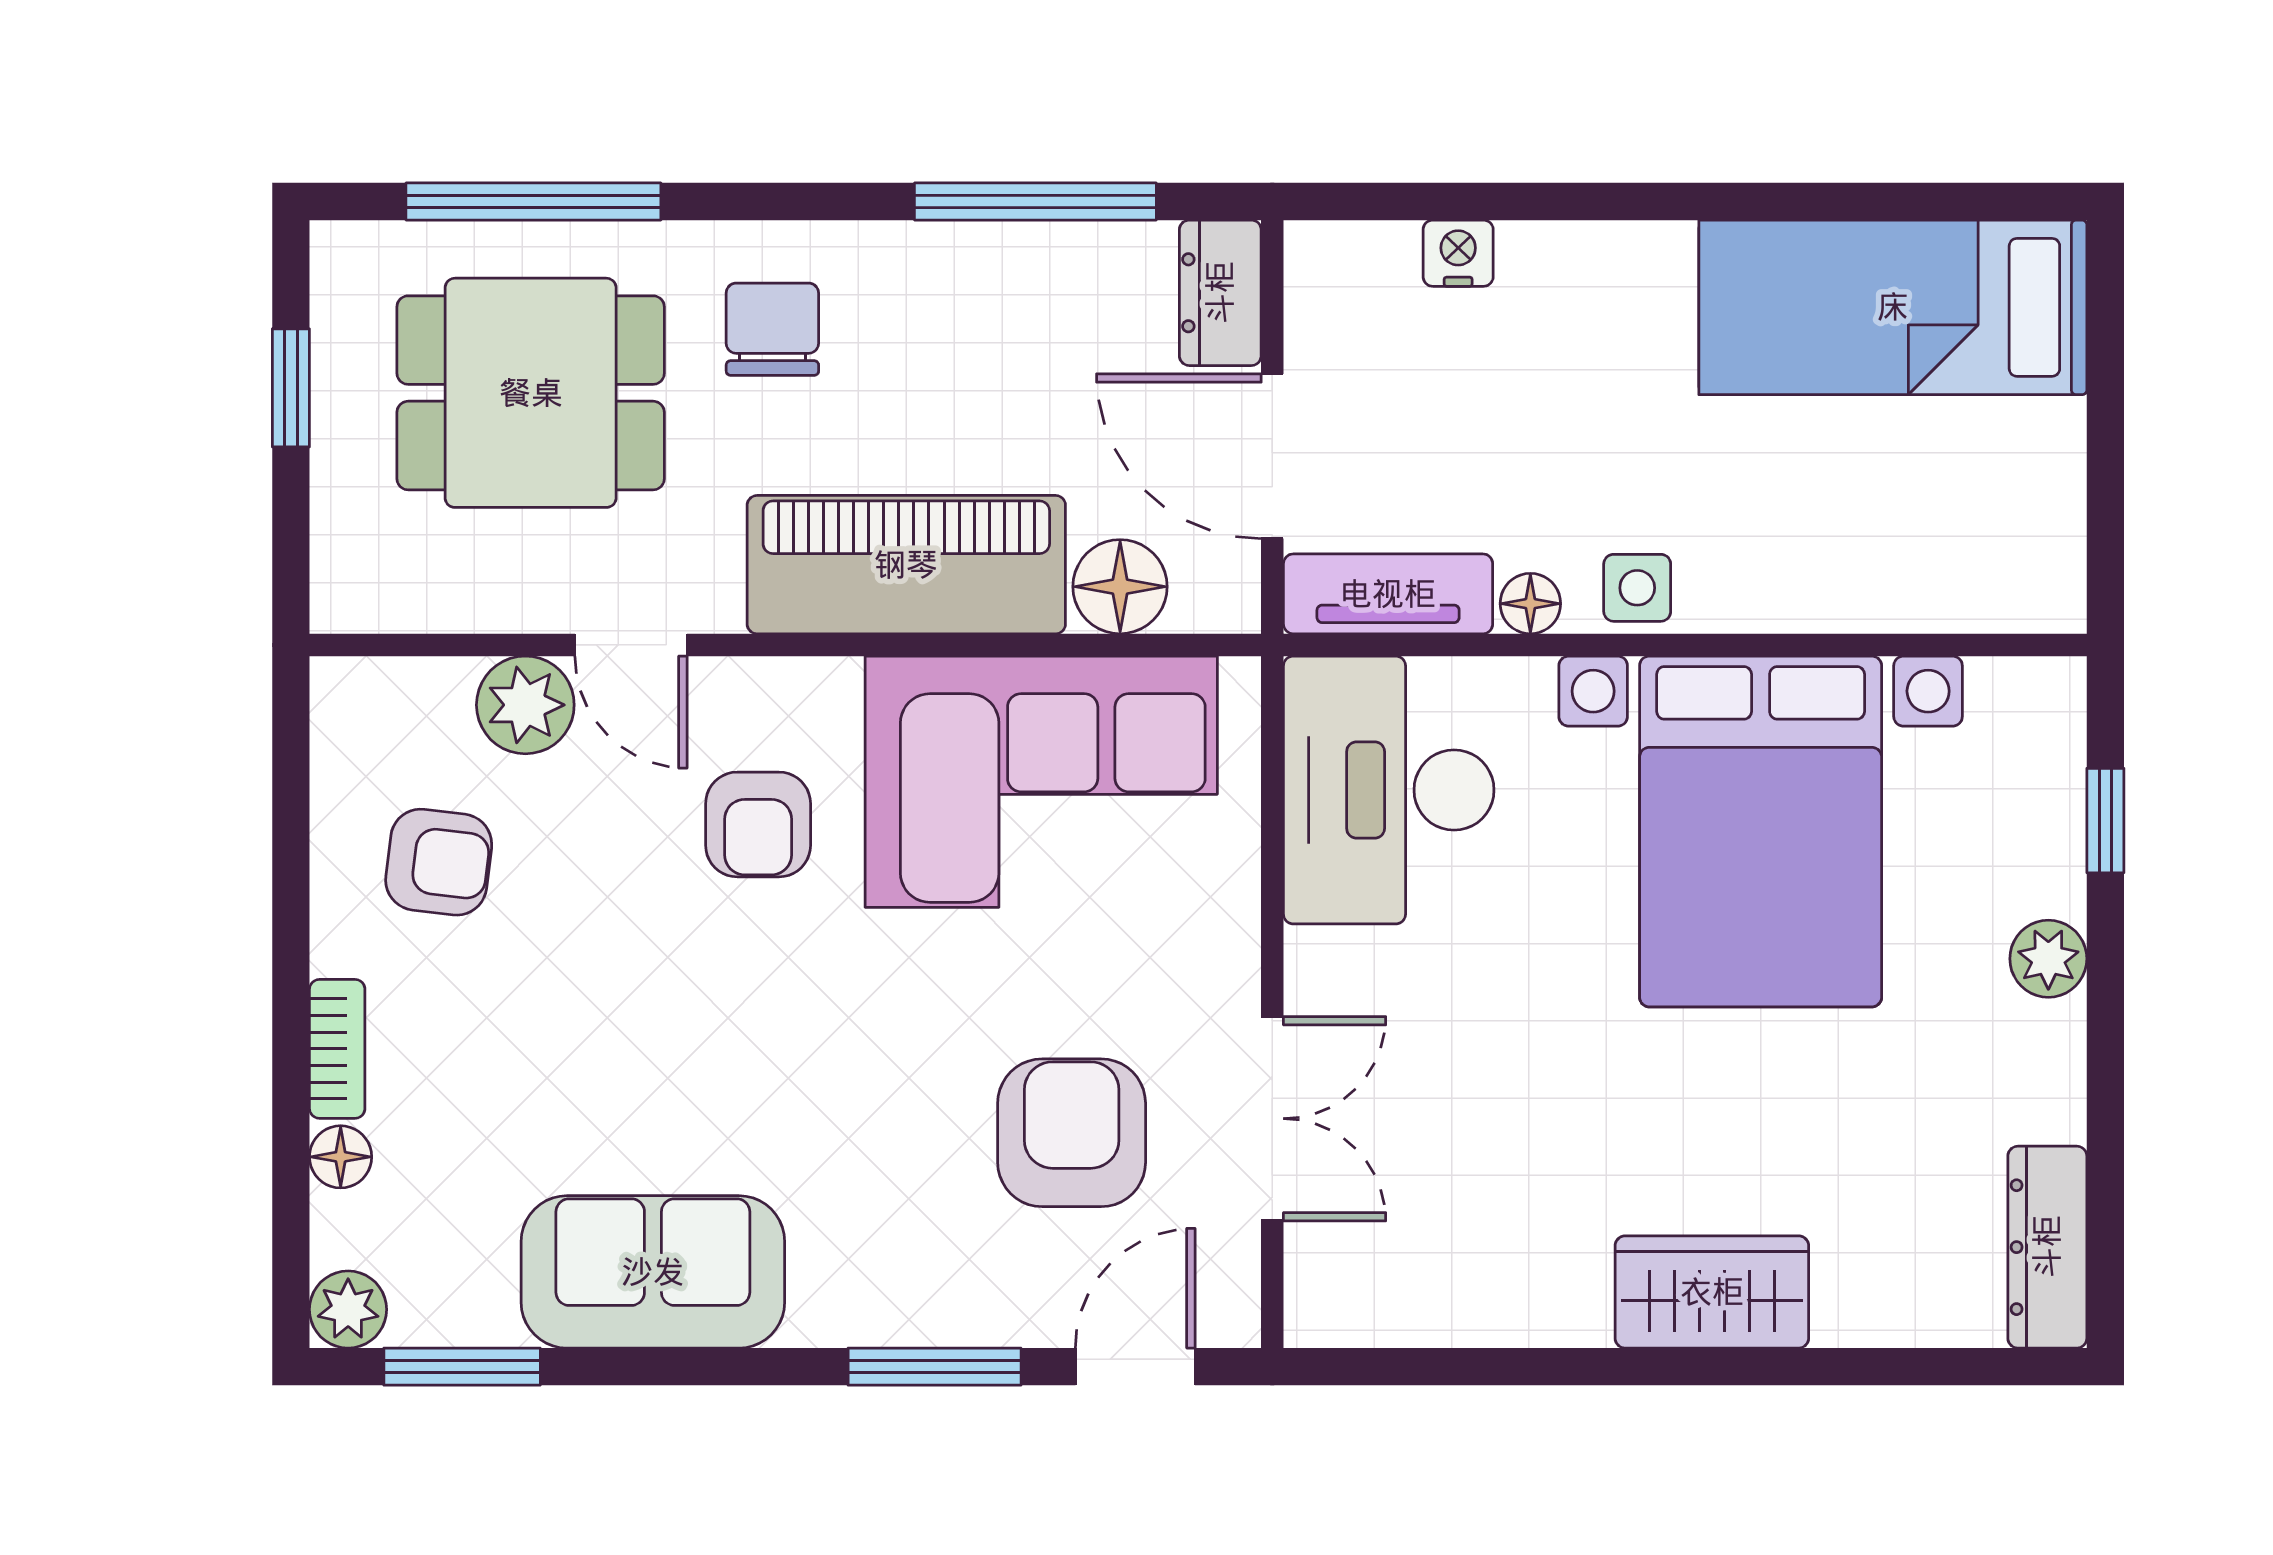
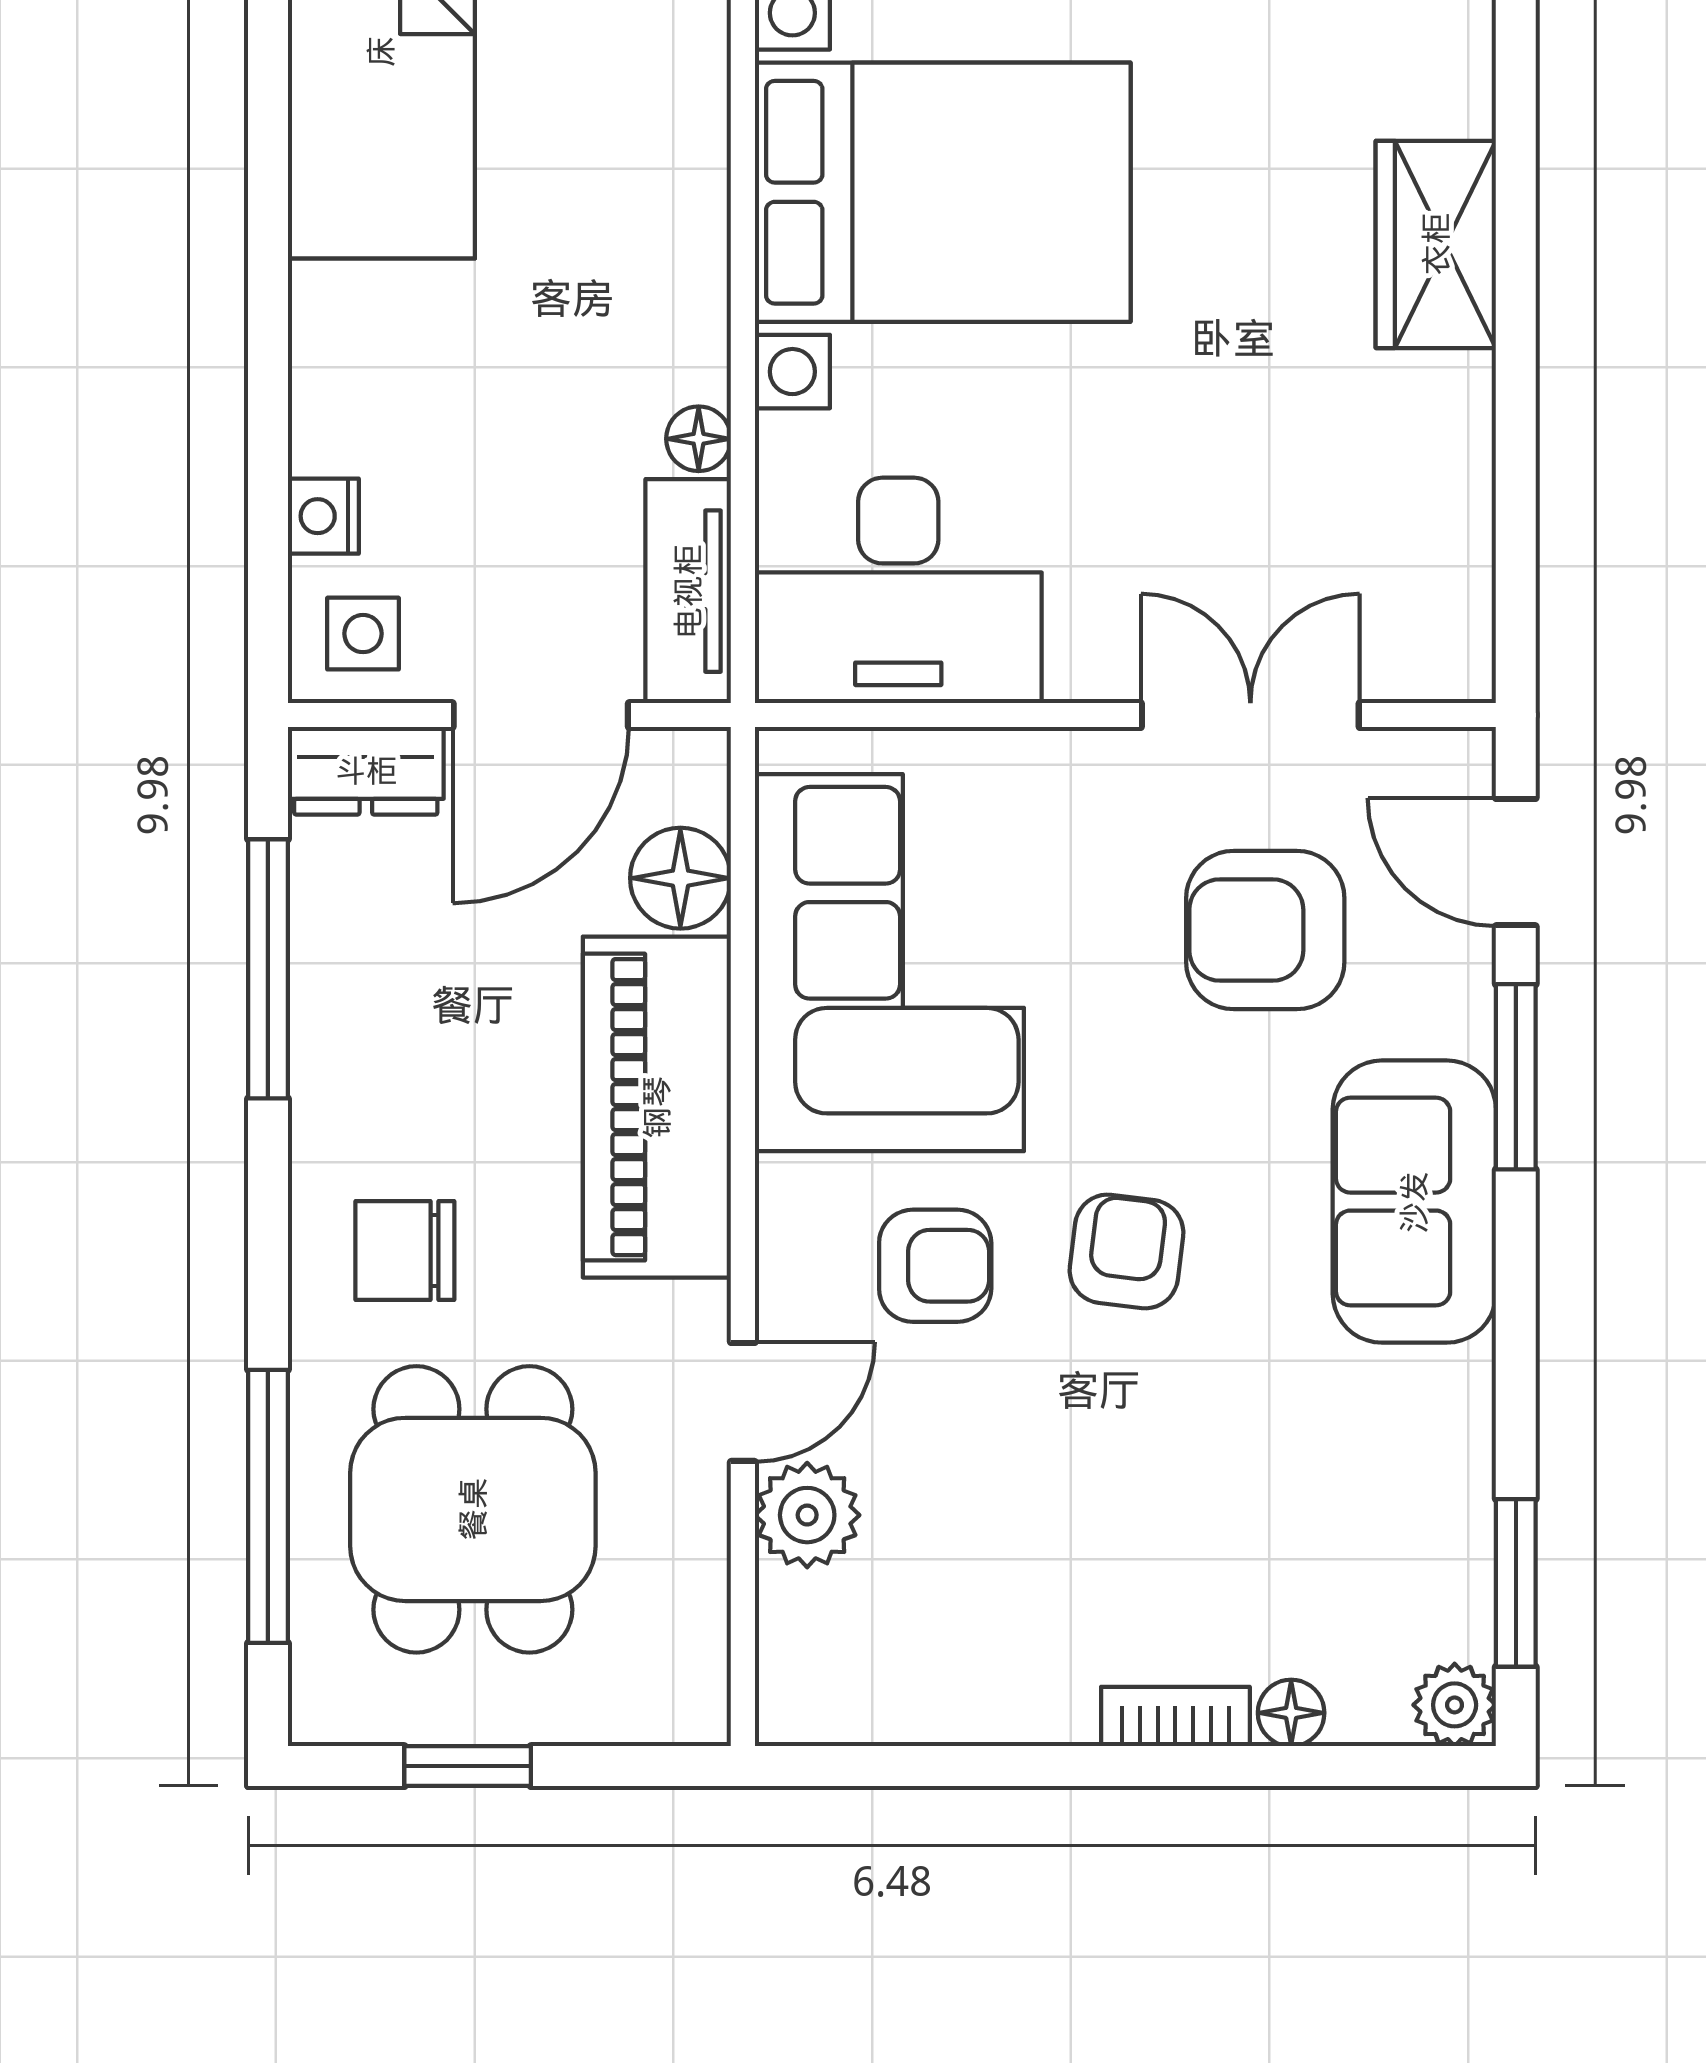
side table: (1637, 588) -> (363, 634), moved
armchair: (439, 862) -> (1126, 1251), moved
sofa: (653, 1272) -> (1414, 1202), moved

